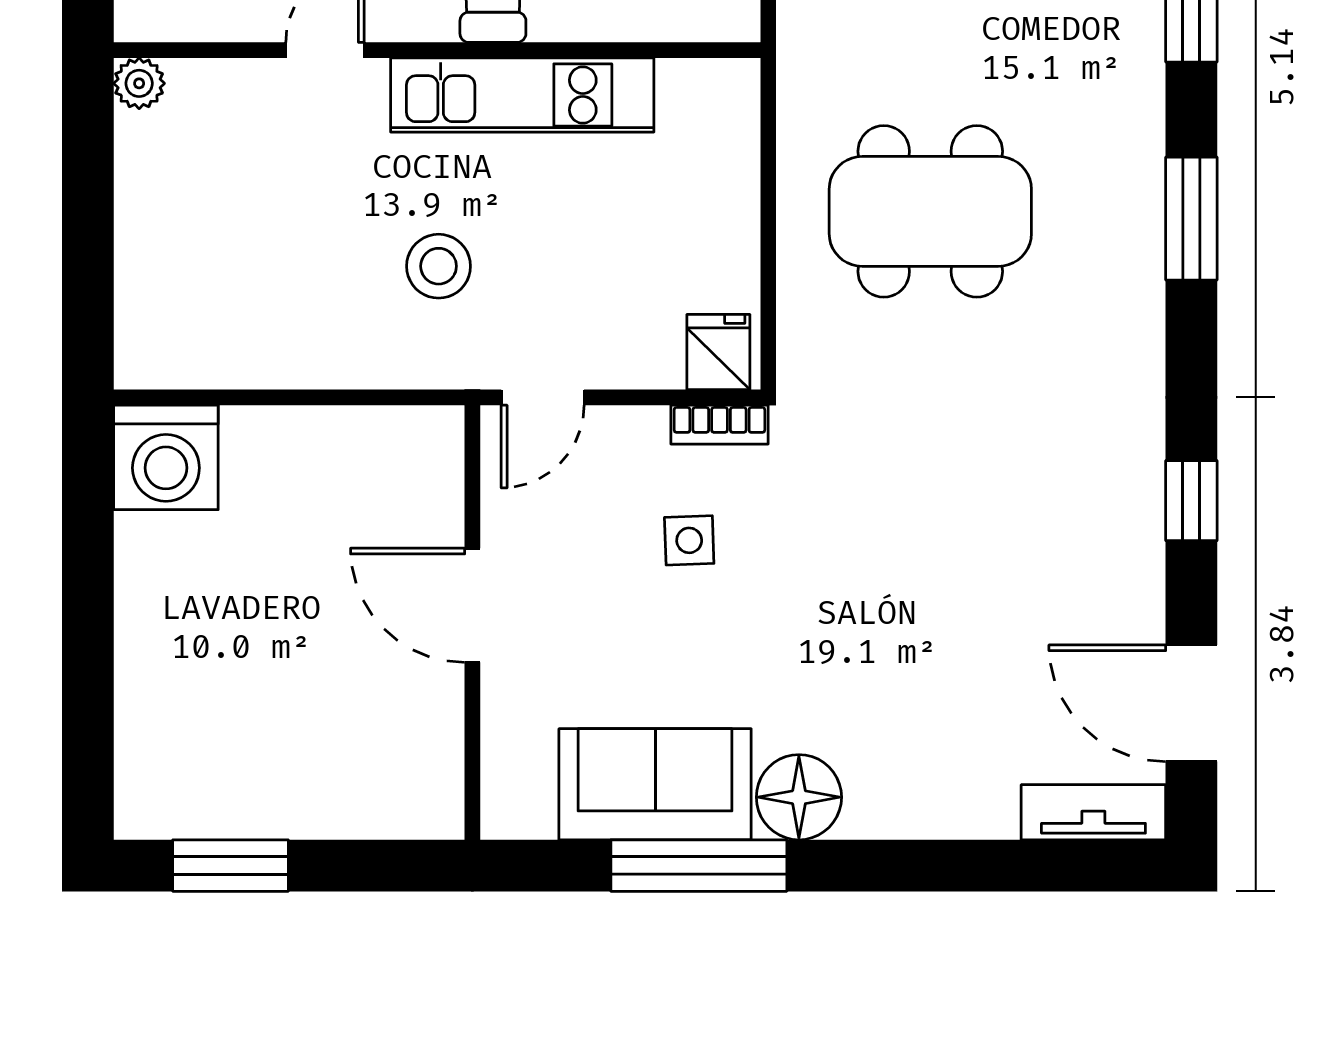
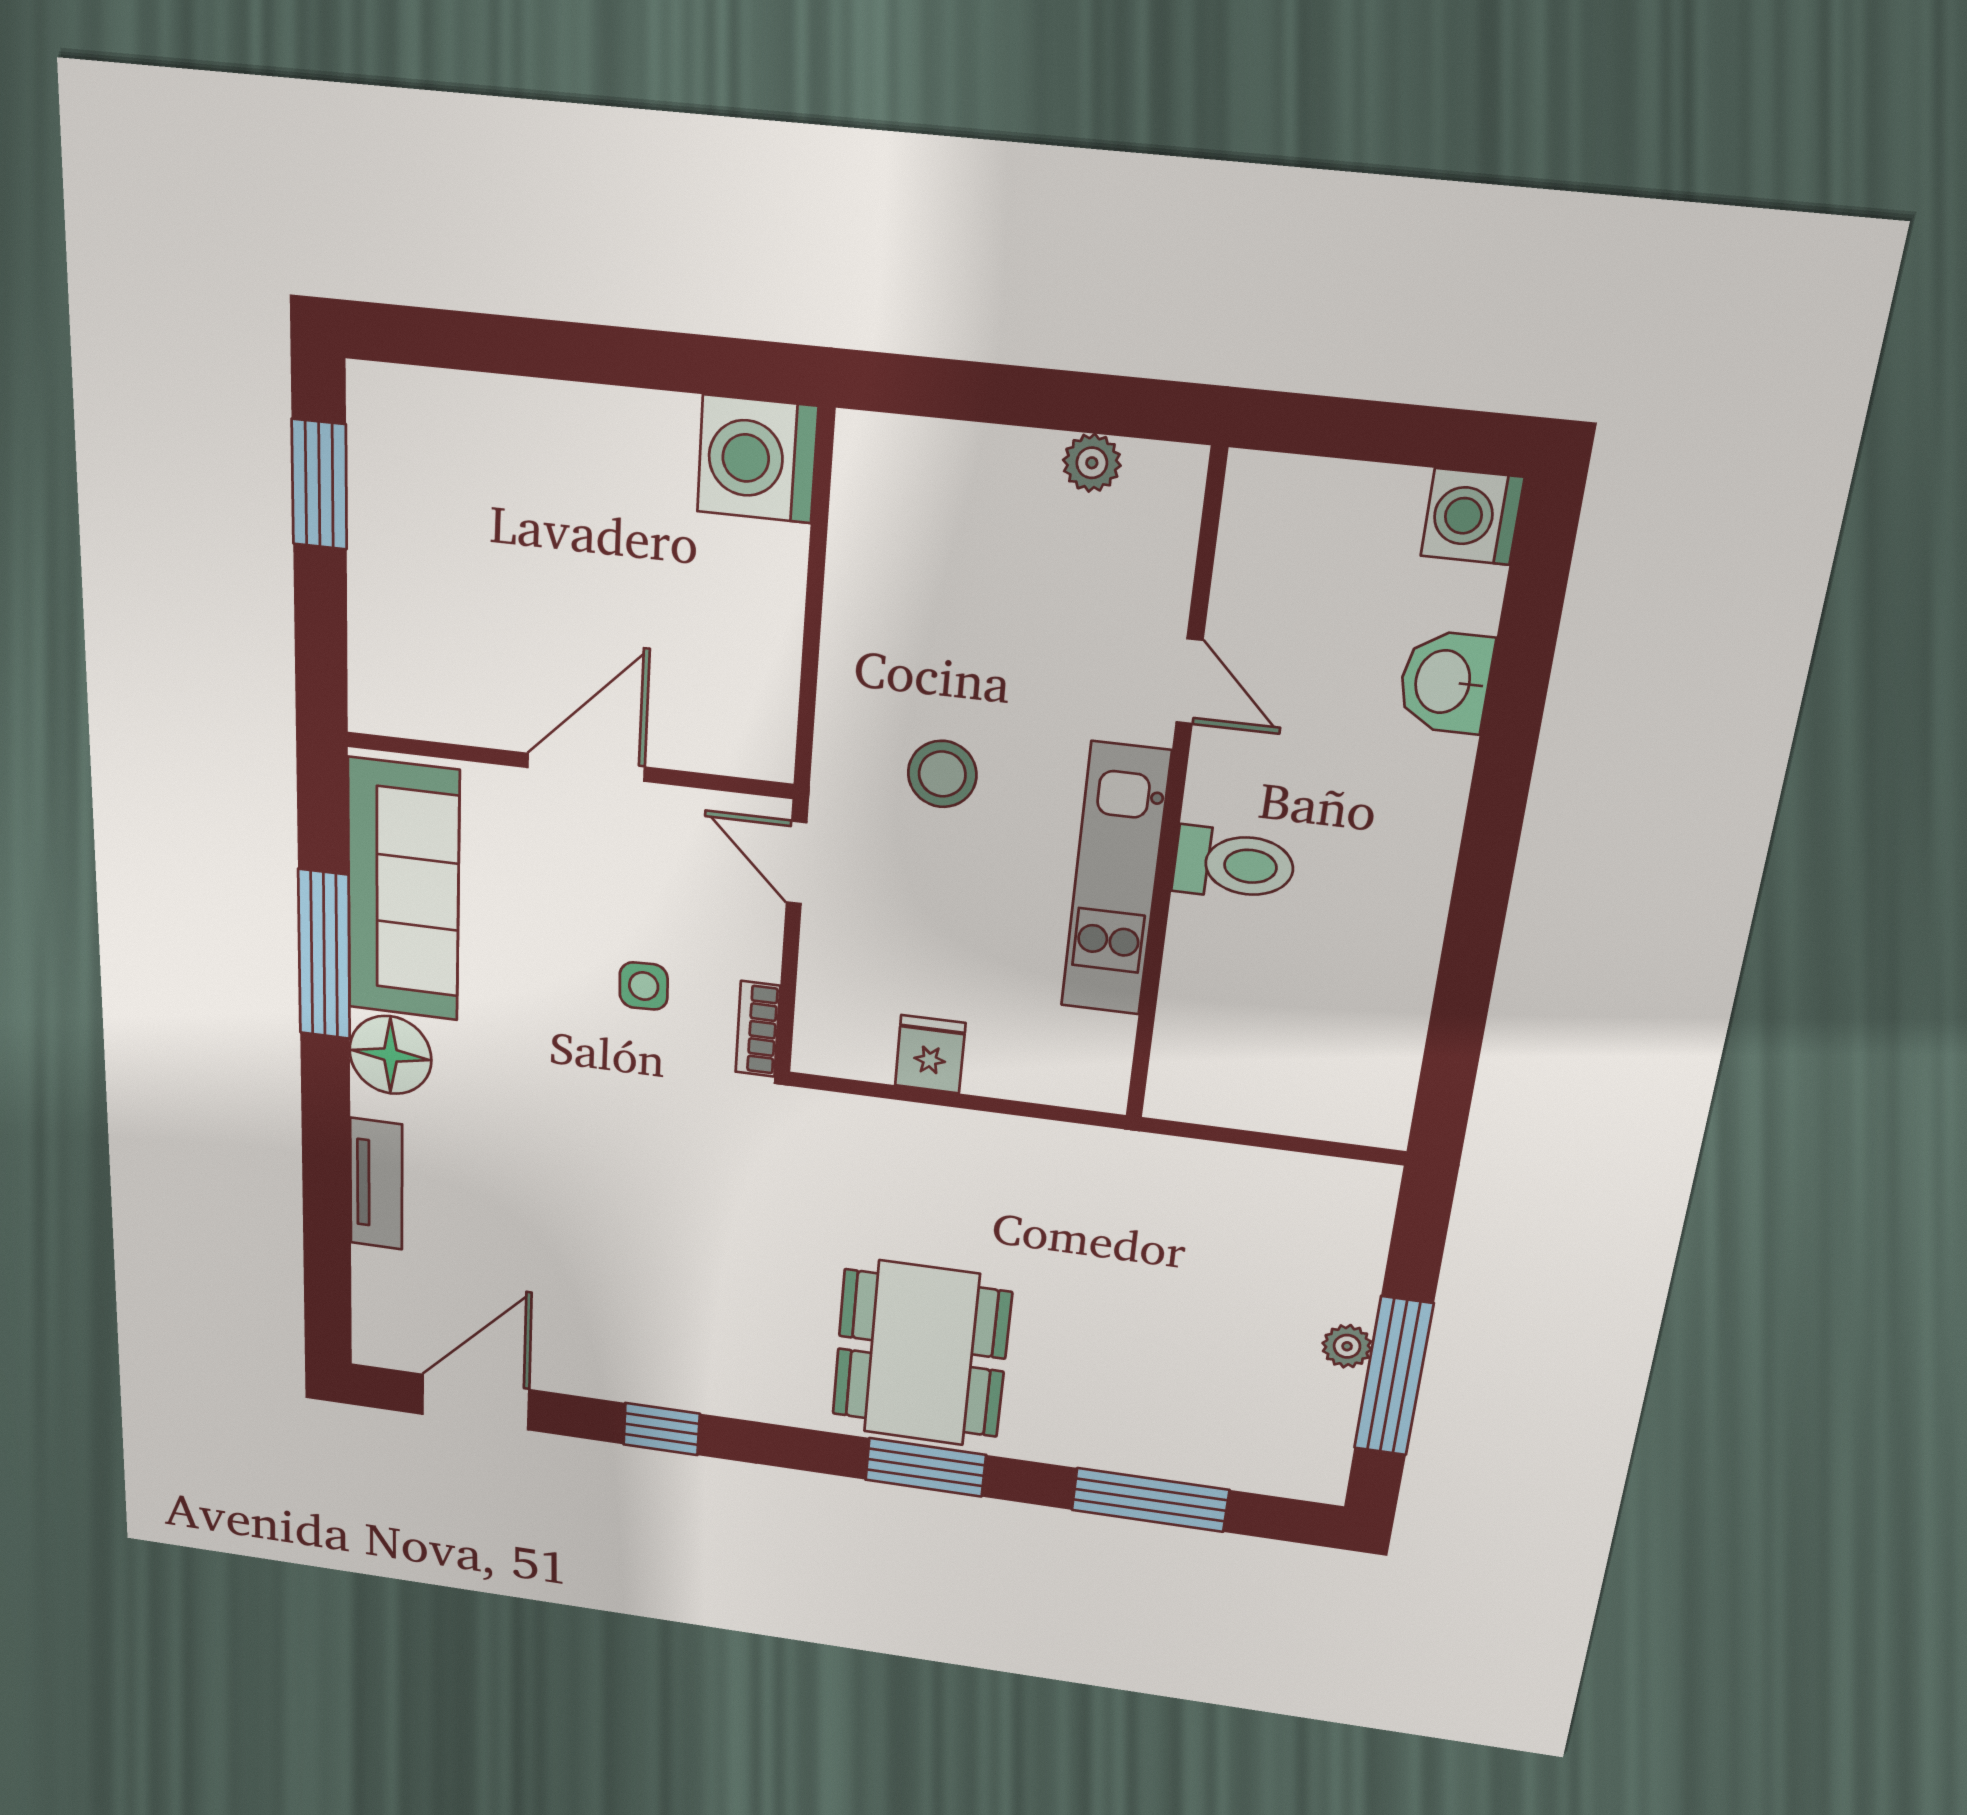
plant: (139, 83) -> (1092, 463), moved
dining table: (930, 211) -> (921, 1354), moved
fridge: (718, 352) -> (930, 1054), moved, turned -90
sofa: (655, 784) -> (403, 891), width x1.36
tv unit: (1093, 812) -> (376, 1184), moved

